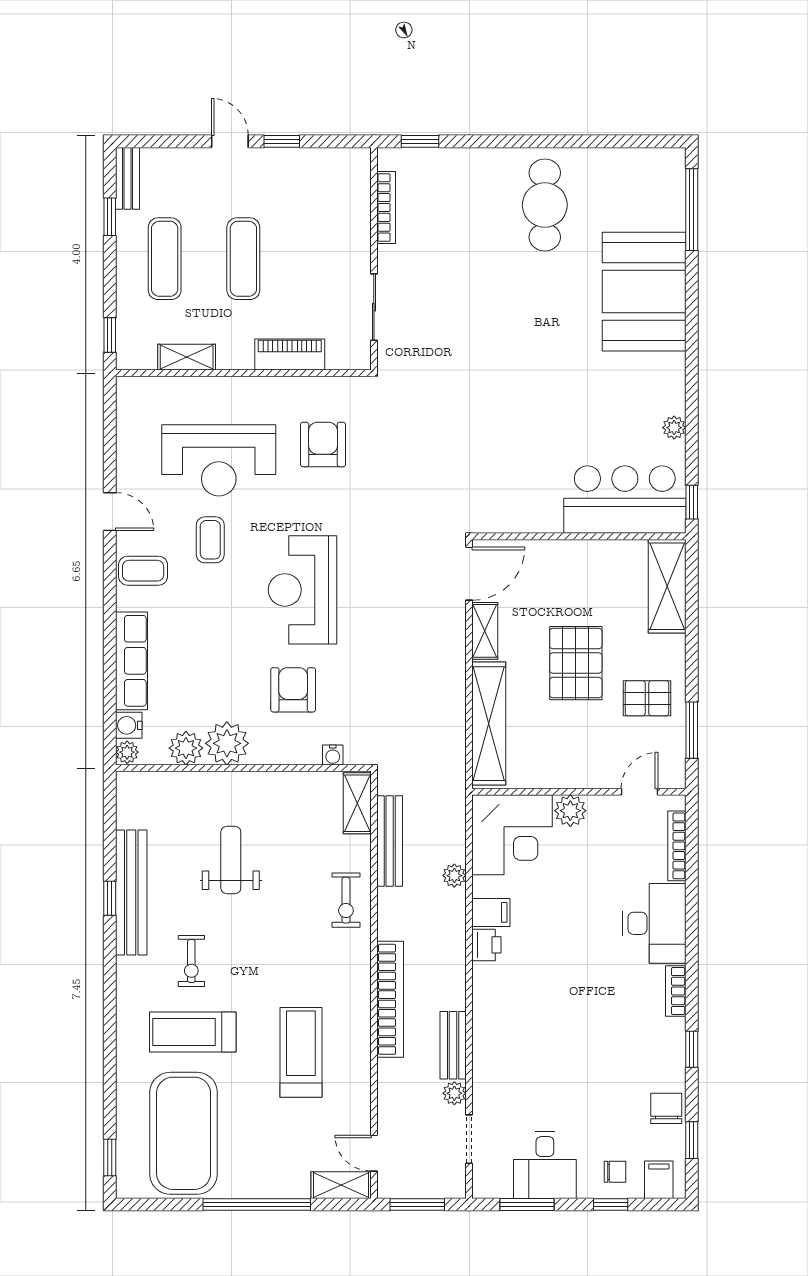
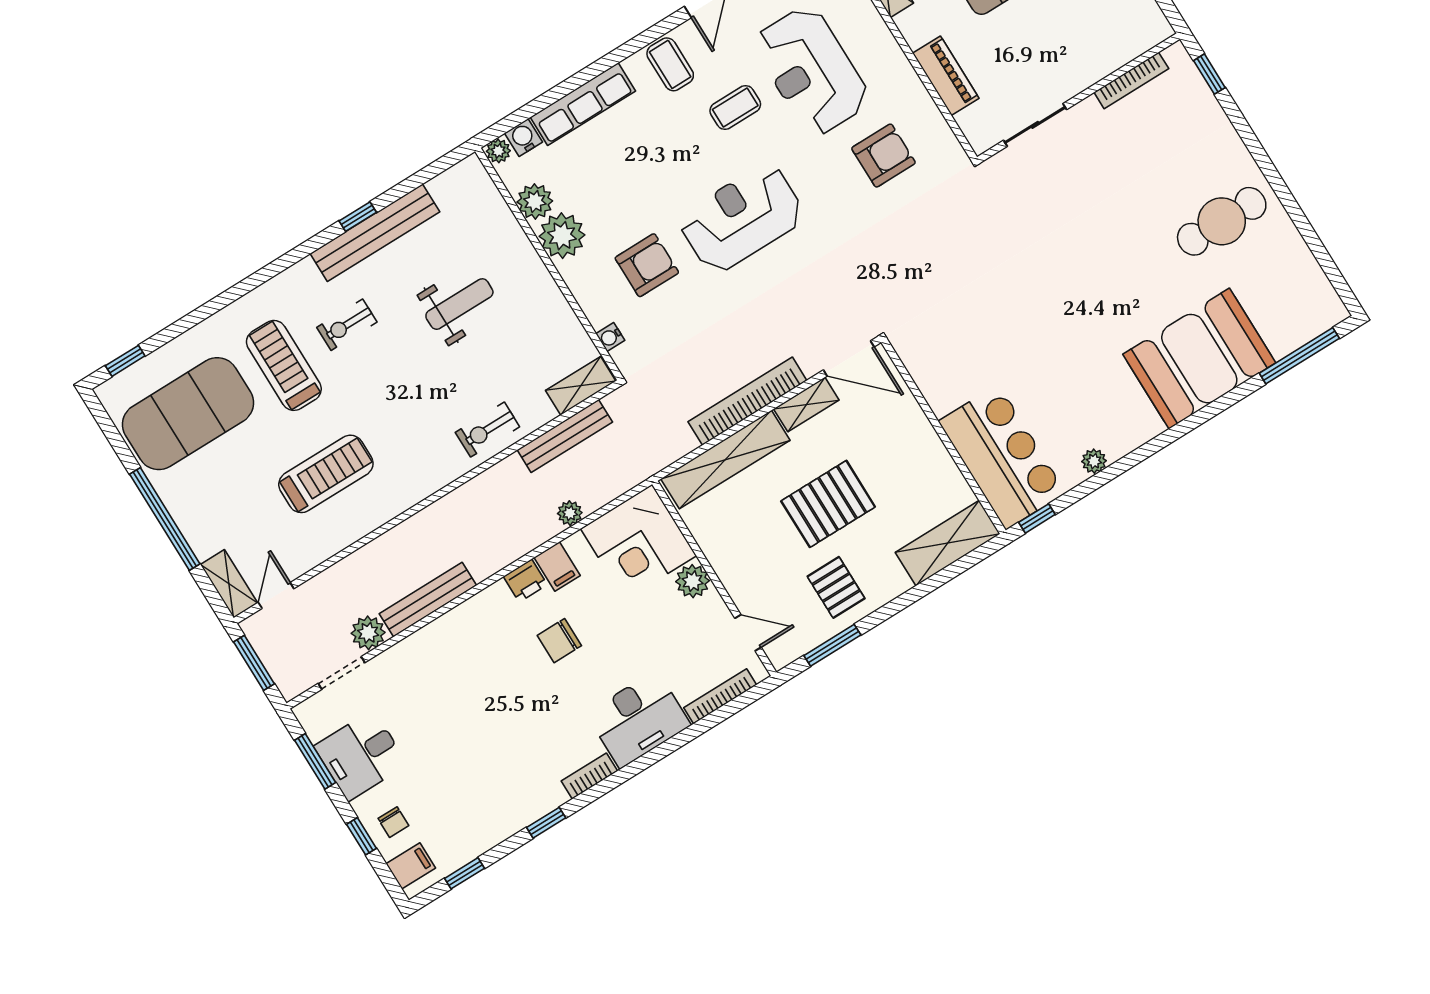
bookcase: (390, 999) -> (747, 401), moved, turned 180
bench: (453, 1045) -> (428, 600), width x1.36
plant: (454, 1093) -> (368, 633), width x1.38, depth x1.38
chair: (666, 1108) -> (559, 641), moved, turned 180

